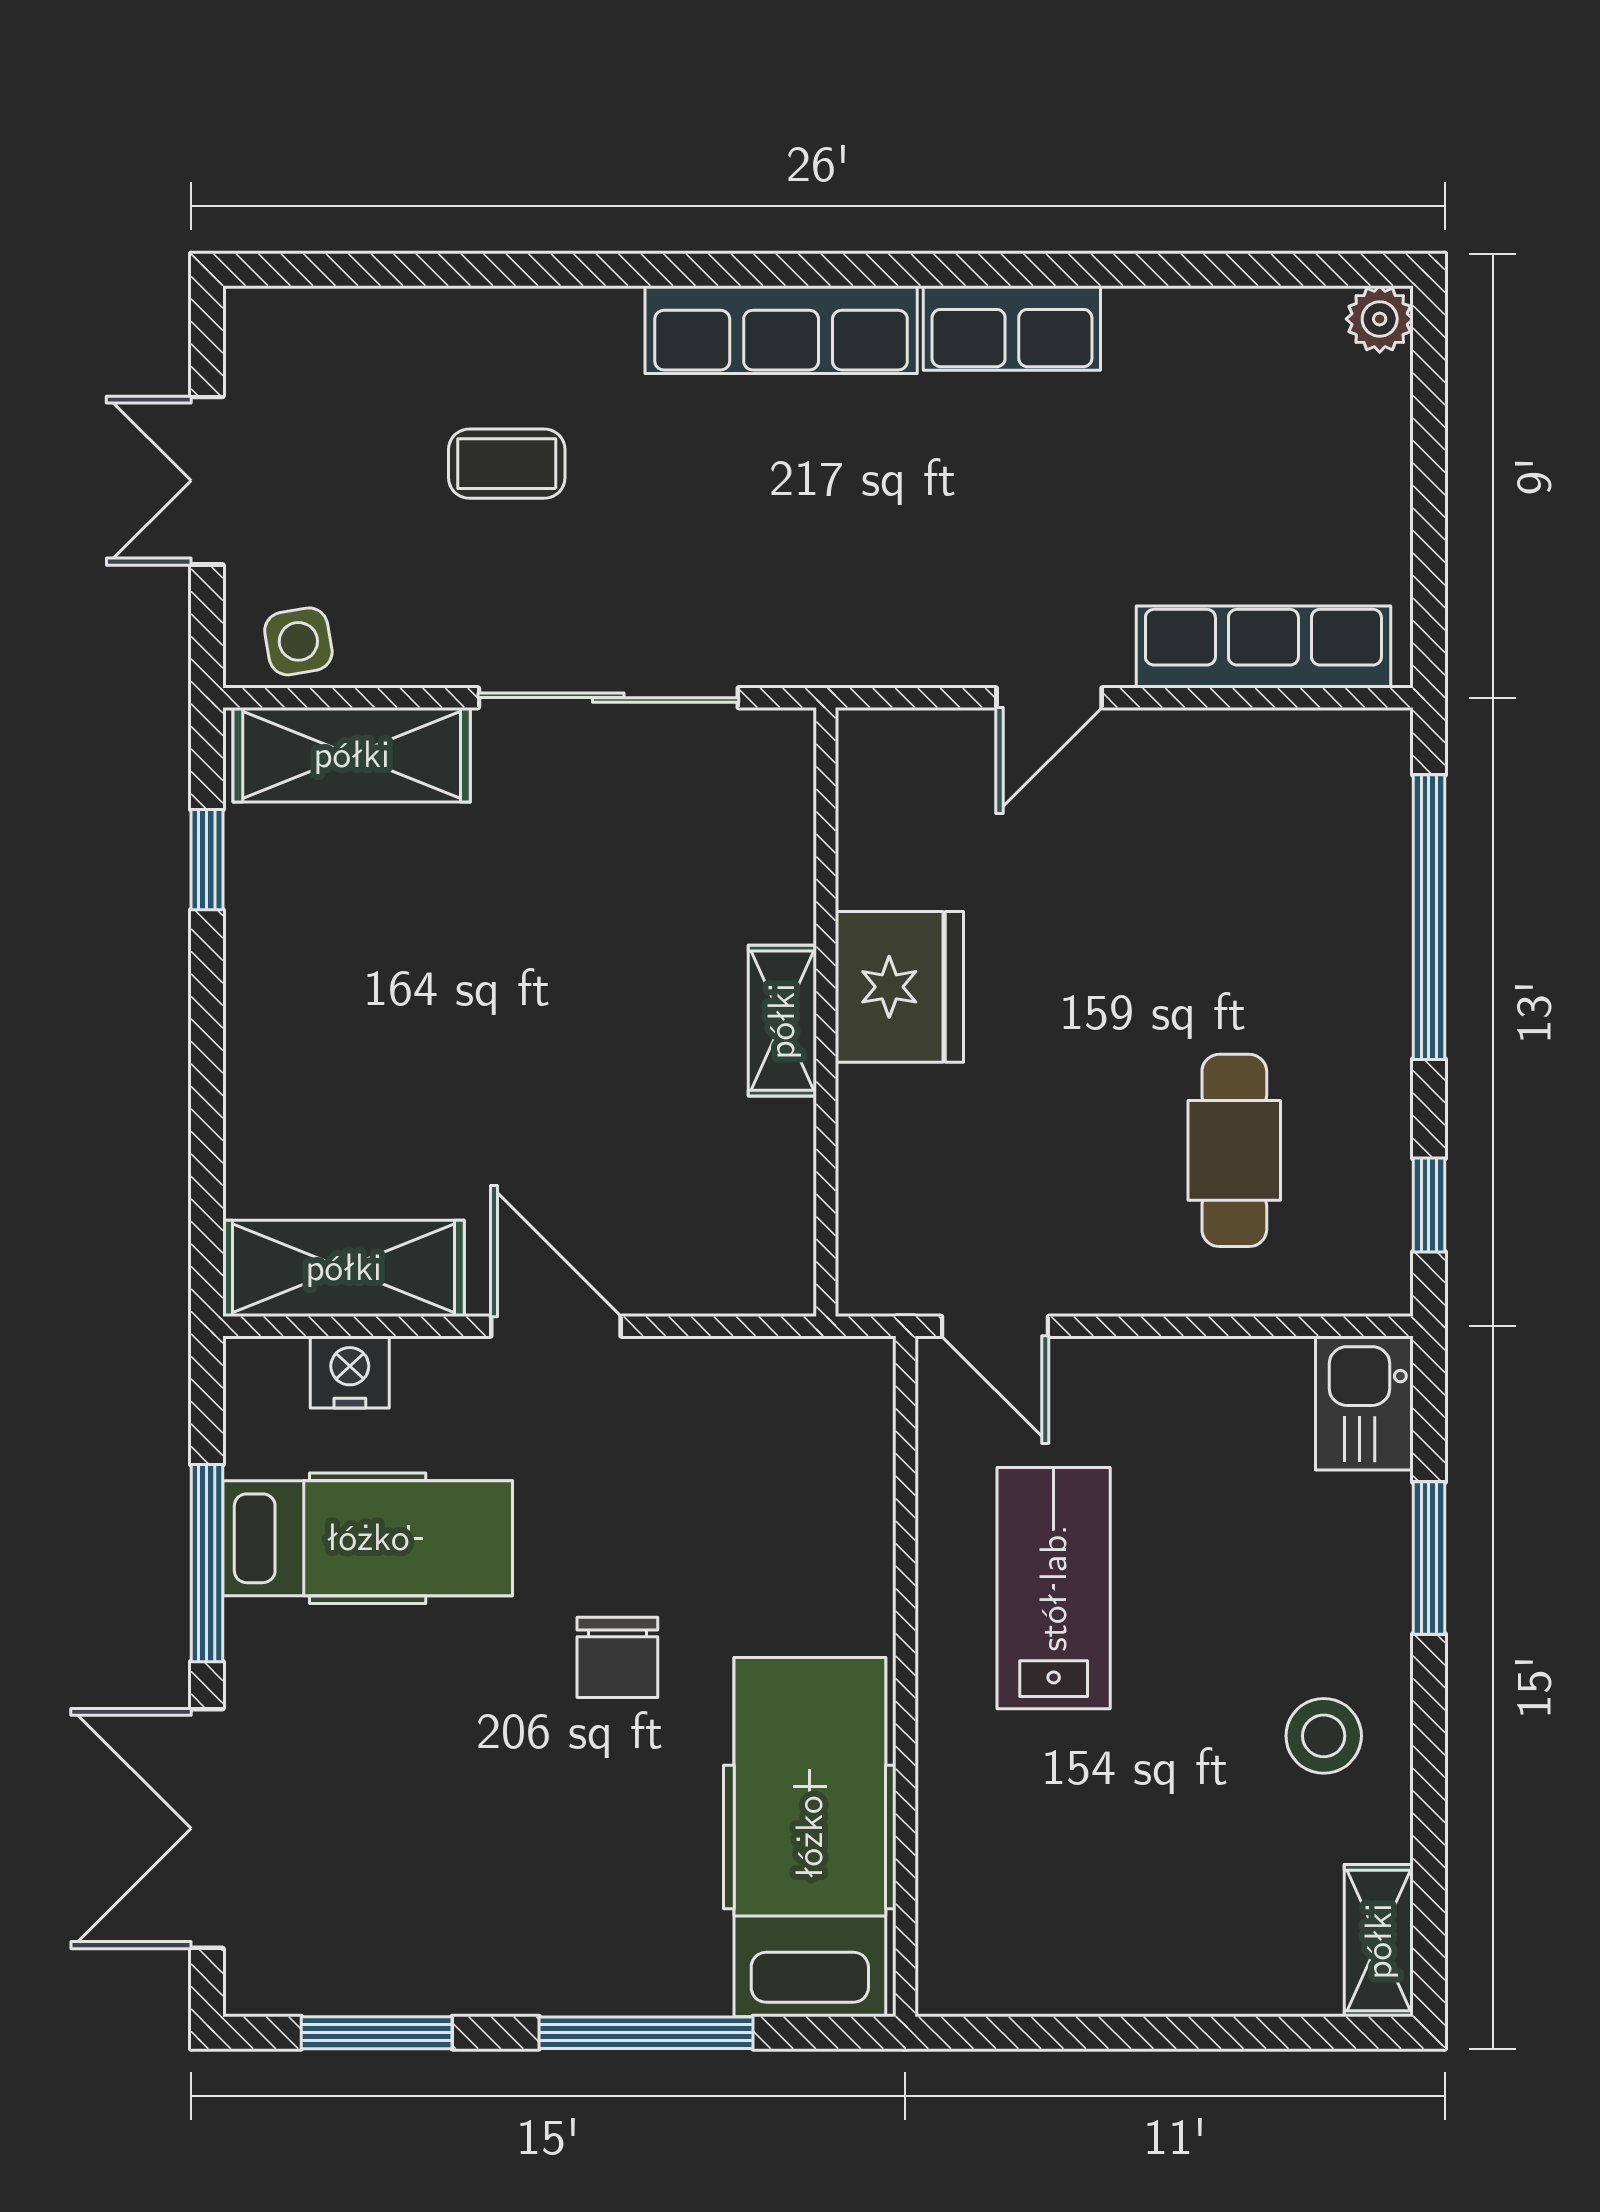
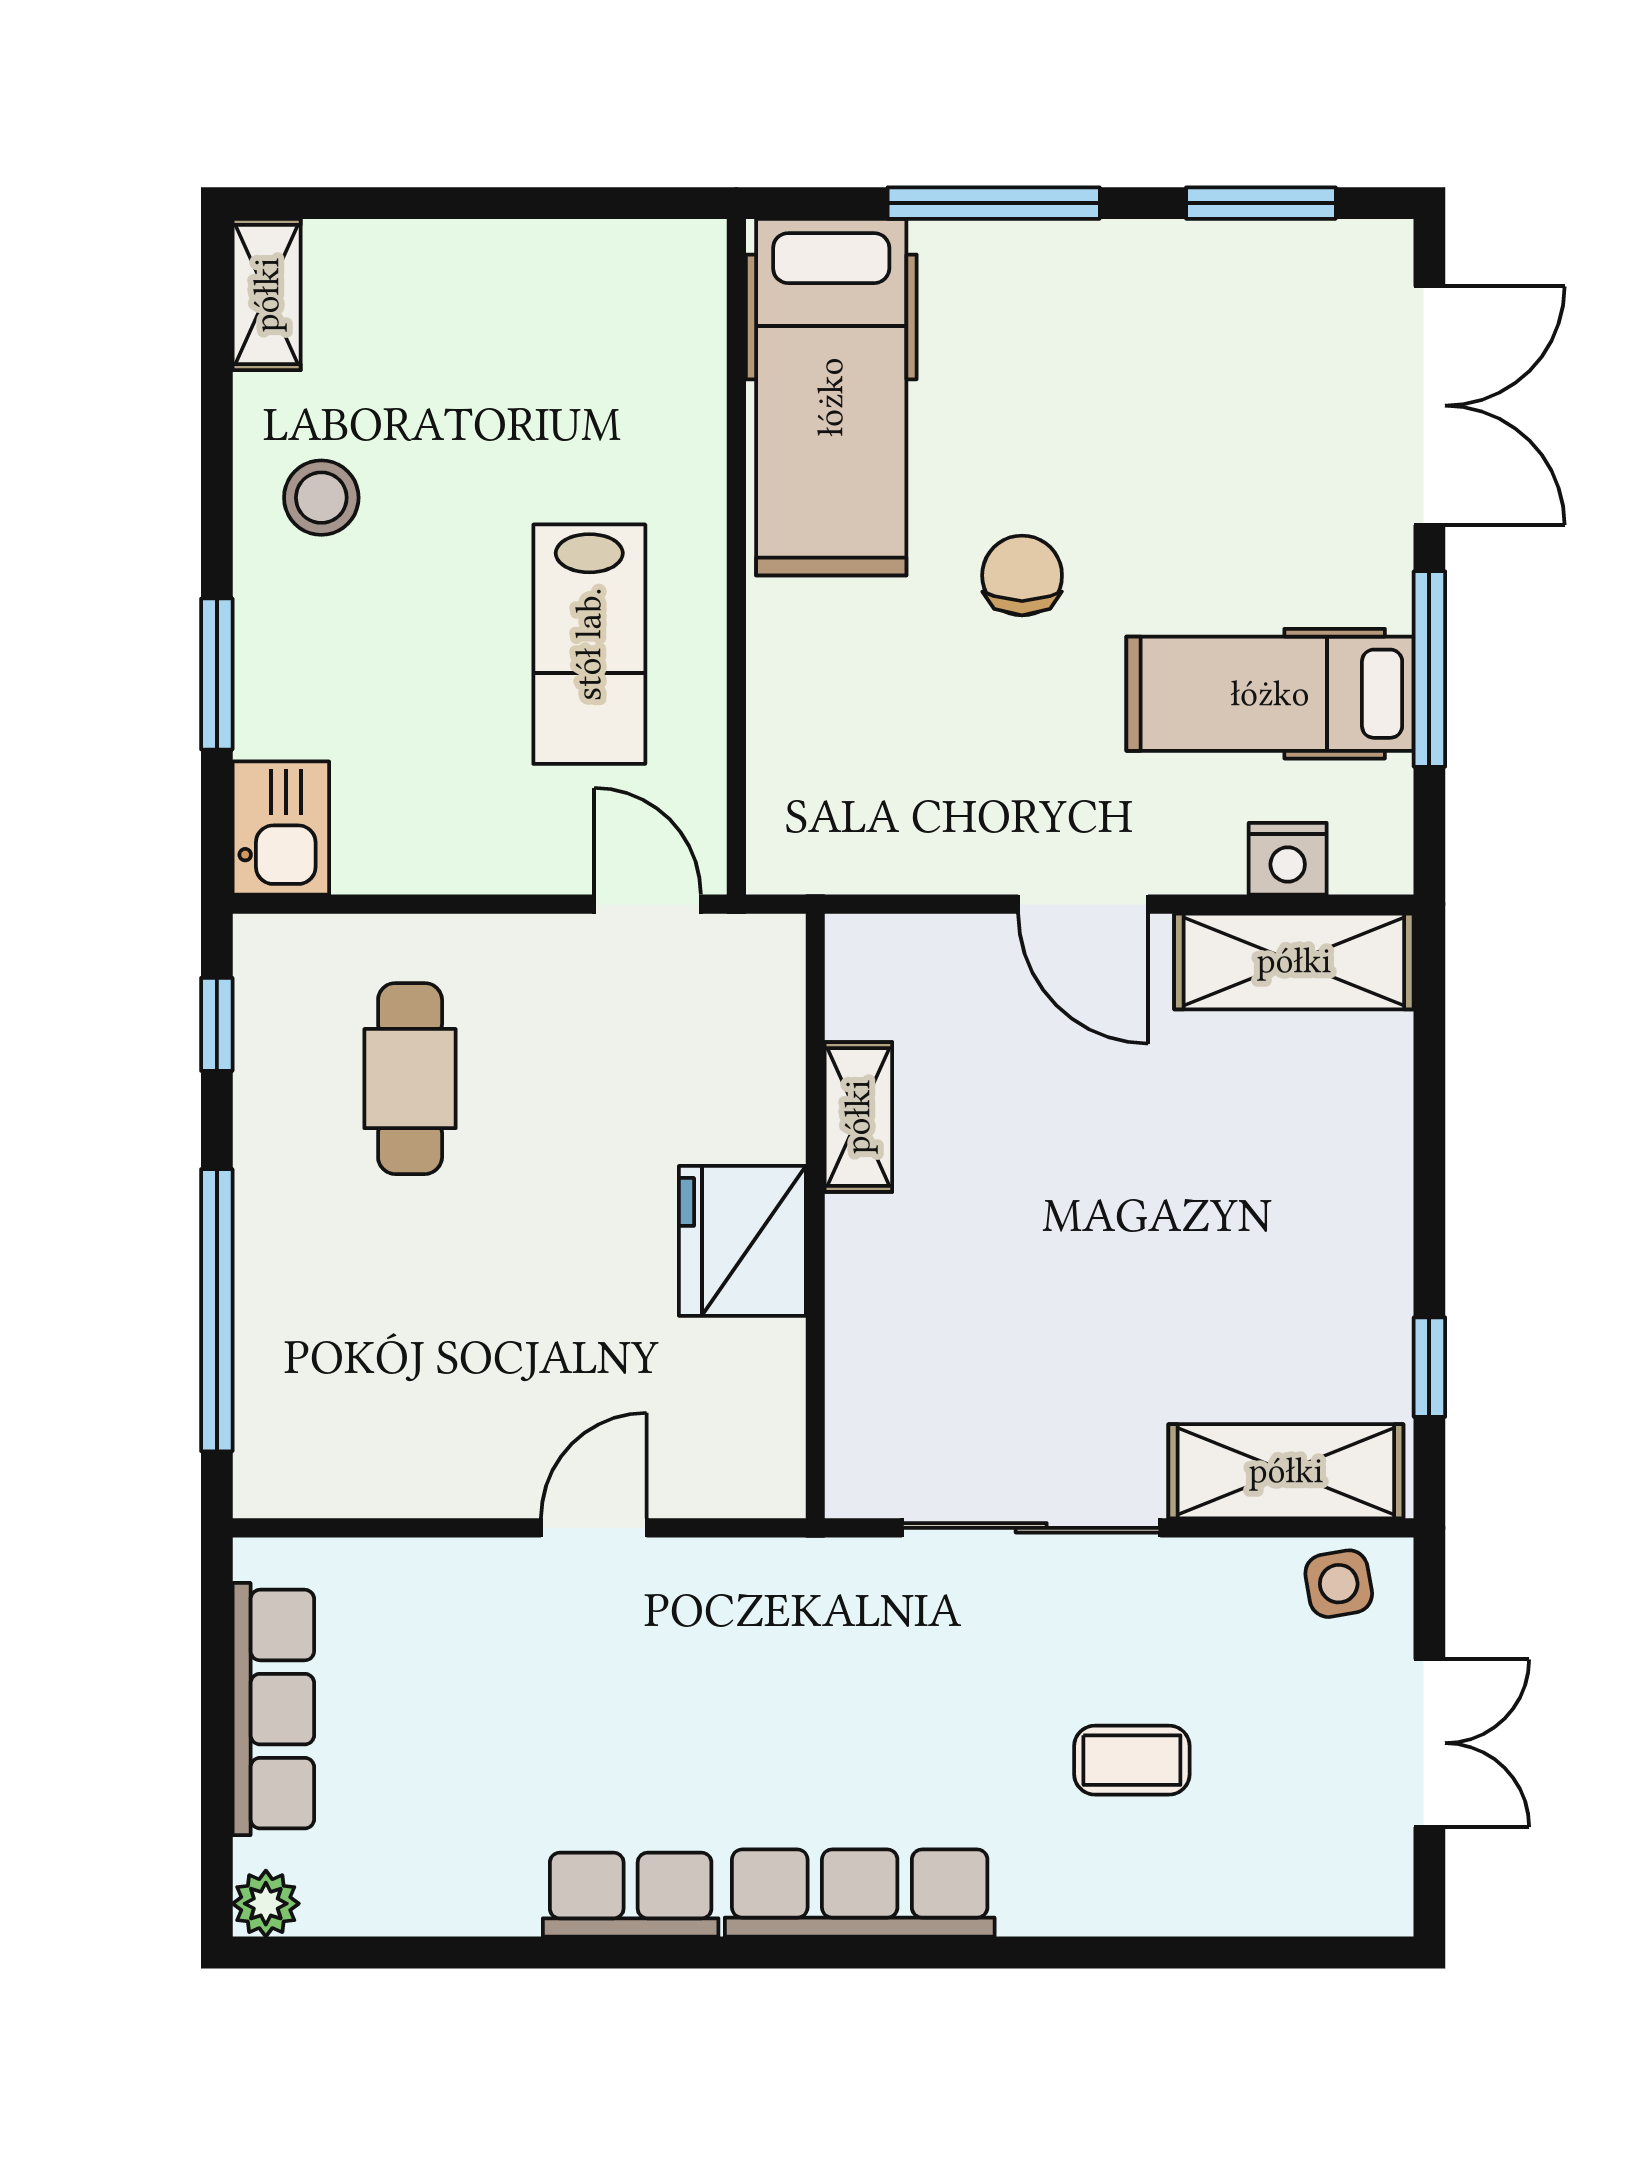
row of seats: (1263, 647) -> (273, 1709), moved, turned -90
shelving: (782, 1021) -> (858, 1117), moved

